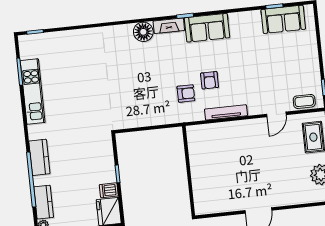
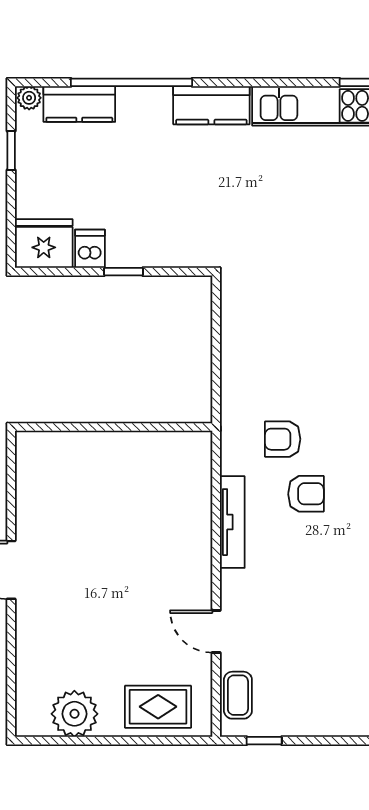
armchair: (210, 80) -> (306, 494), turned 180
armchair: (186, 94) -> (283, 439), turned 90
kitchen counter: (39, 157) -> (211, 105), moved

